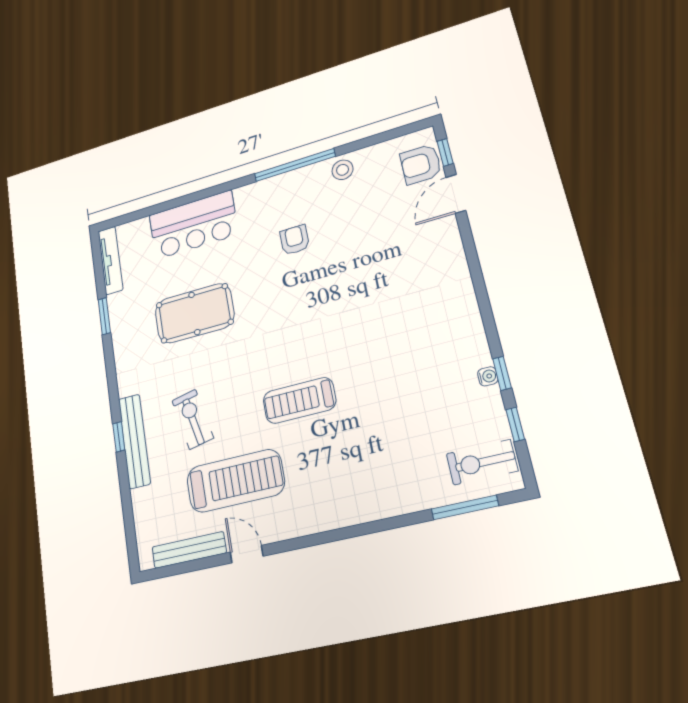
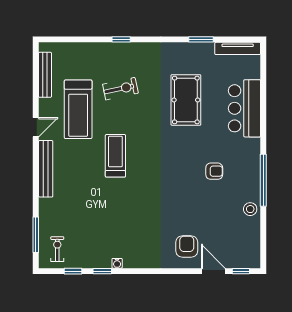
armchair: (421, 164) -> (187, 247), moved
water cooler: (488, 376) -> (117, 263), moved
bench: (134, 441) -> (46, 169), moved, turned 90
exercise bike: (482, 462) -> (57, 249), width x0.73, depth x0.72
door: (247, 554) -> (36, 127), moved

